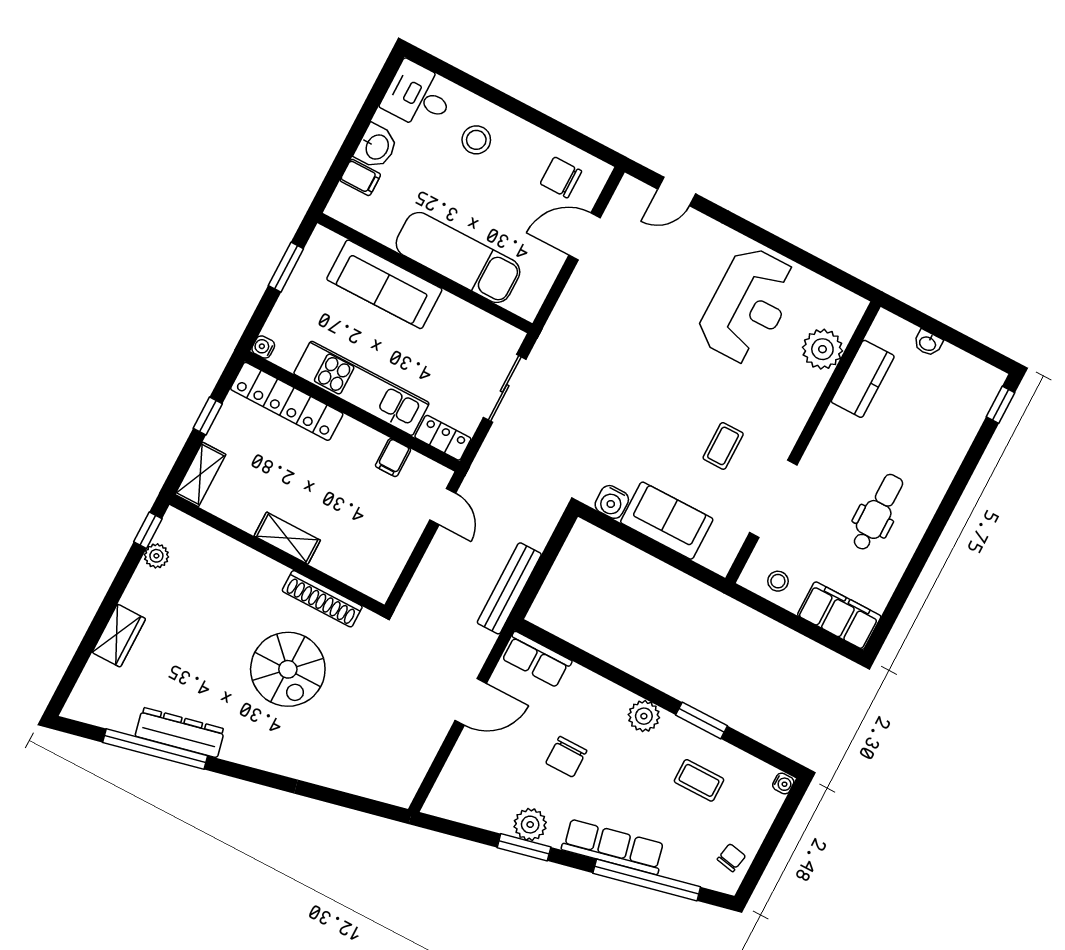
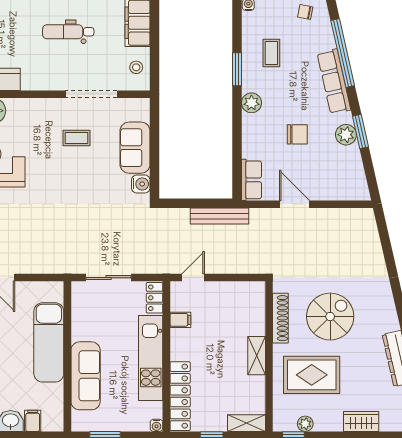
rug: (220, 601) -> (312, 375), added

